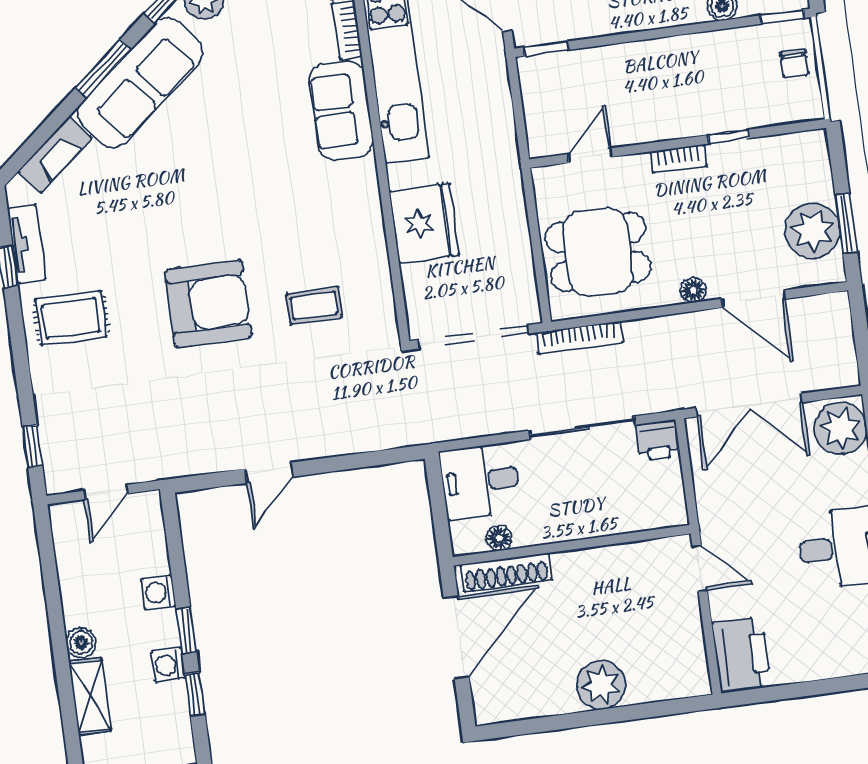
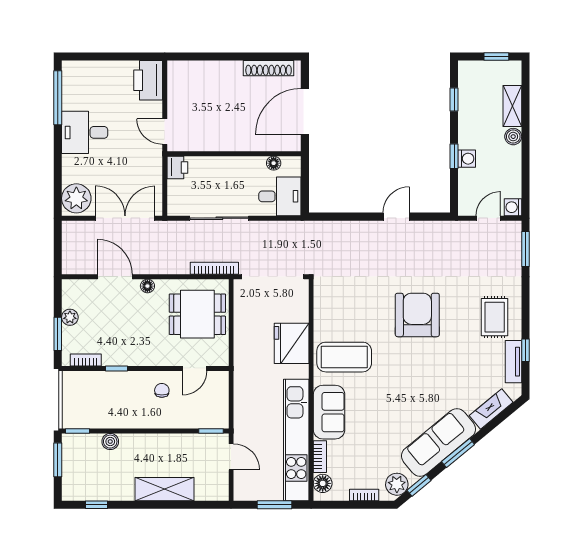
chair: (794, 63) -> (162, 390), moved
bookcase: (678, 159) -> (86, 360), moved
window: (846, 223) -> (58, 334), moved
plant: (812, 231) -> (70, 317), width x0.53, depth x0.53
armchair: (208, 304) -> (417, 315), turned 90
coffee table: (314, 305) -> (344, 357), moved, width x1.86, depth x1.72
rug: (71, 318) -> (495, 317), turned 90
printer: (658, 440) -> (177, 167), moved, turned 90
window: (32, 446) -> (525, 249), width x1.50
shoe rack: (506, 572) -> (269, 68), moved, turned 180
window: (186, 630) -> (454, 156), moved
washing machine: (168, 665) -> (513, 207), moved, turned 180
plant: (601, 685) -> (228, 74), removed

